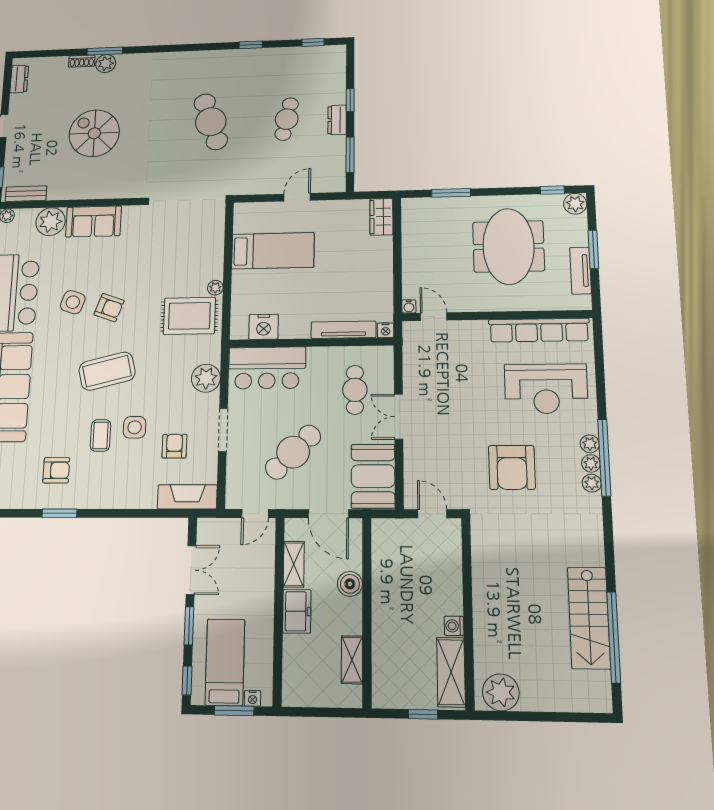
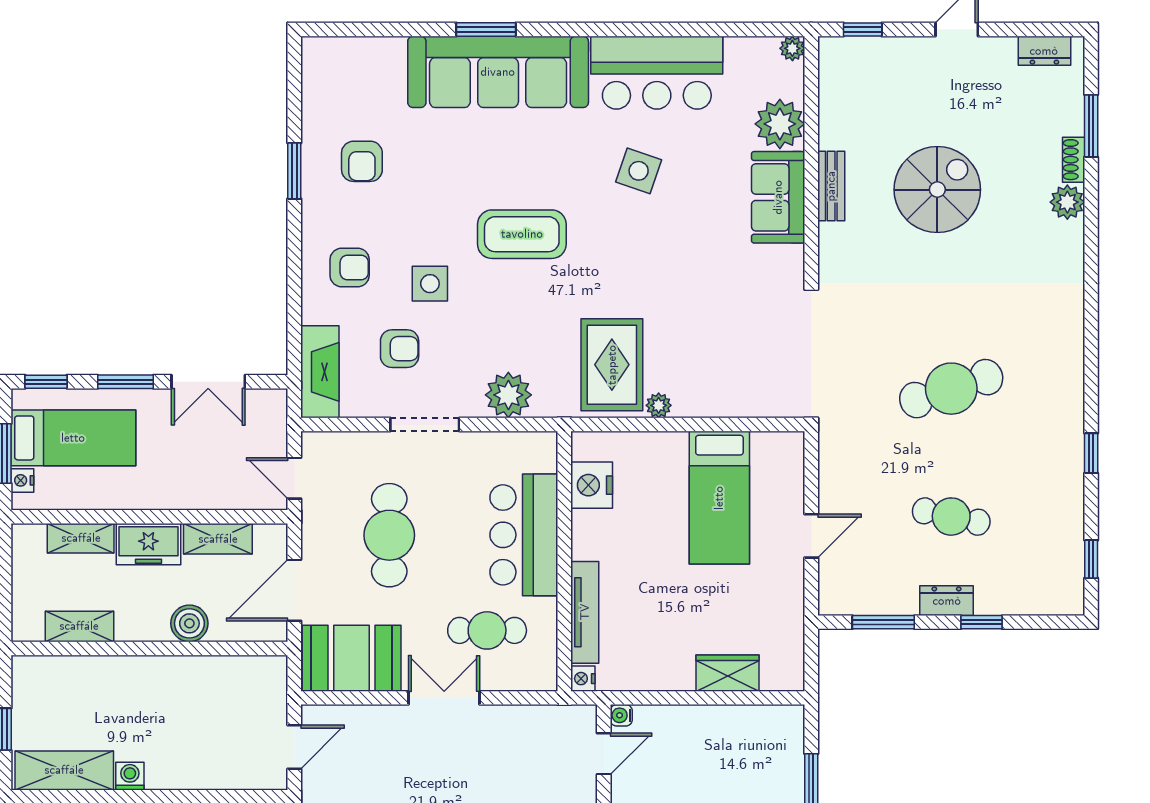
window: (105, 51) -> (1091, 126), moved
bench: (26, 194) -> (831, 186), moved
door: (297, 197) -> (811, 536), hinge flipped
wardrobe: (381, 217) -> (728, 673), moved
armchair: (109, 308) -> (350, 267), moved, turned -110
bar counter: (267, 368) -> (524, 535), moved
coffee table: (107, 371) -> (522, 234), turned -76
coffee table: (100, 435) -> (417, 229), removed
cafe table: (293, 452) -> (389, 535), turned 45
shelving: (292, 658) -> (81, 538), added

